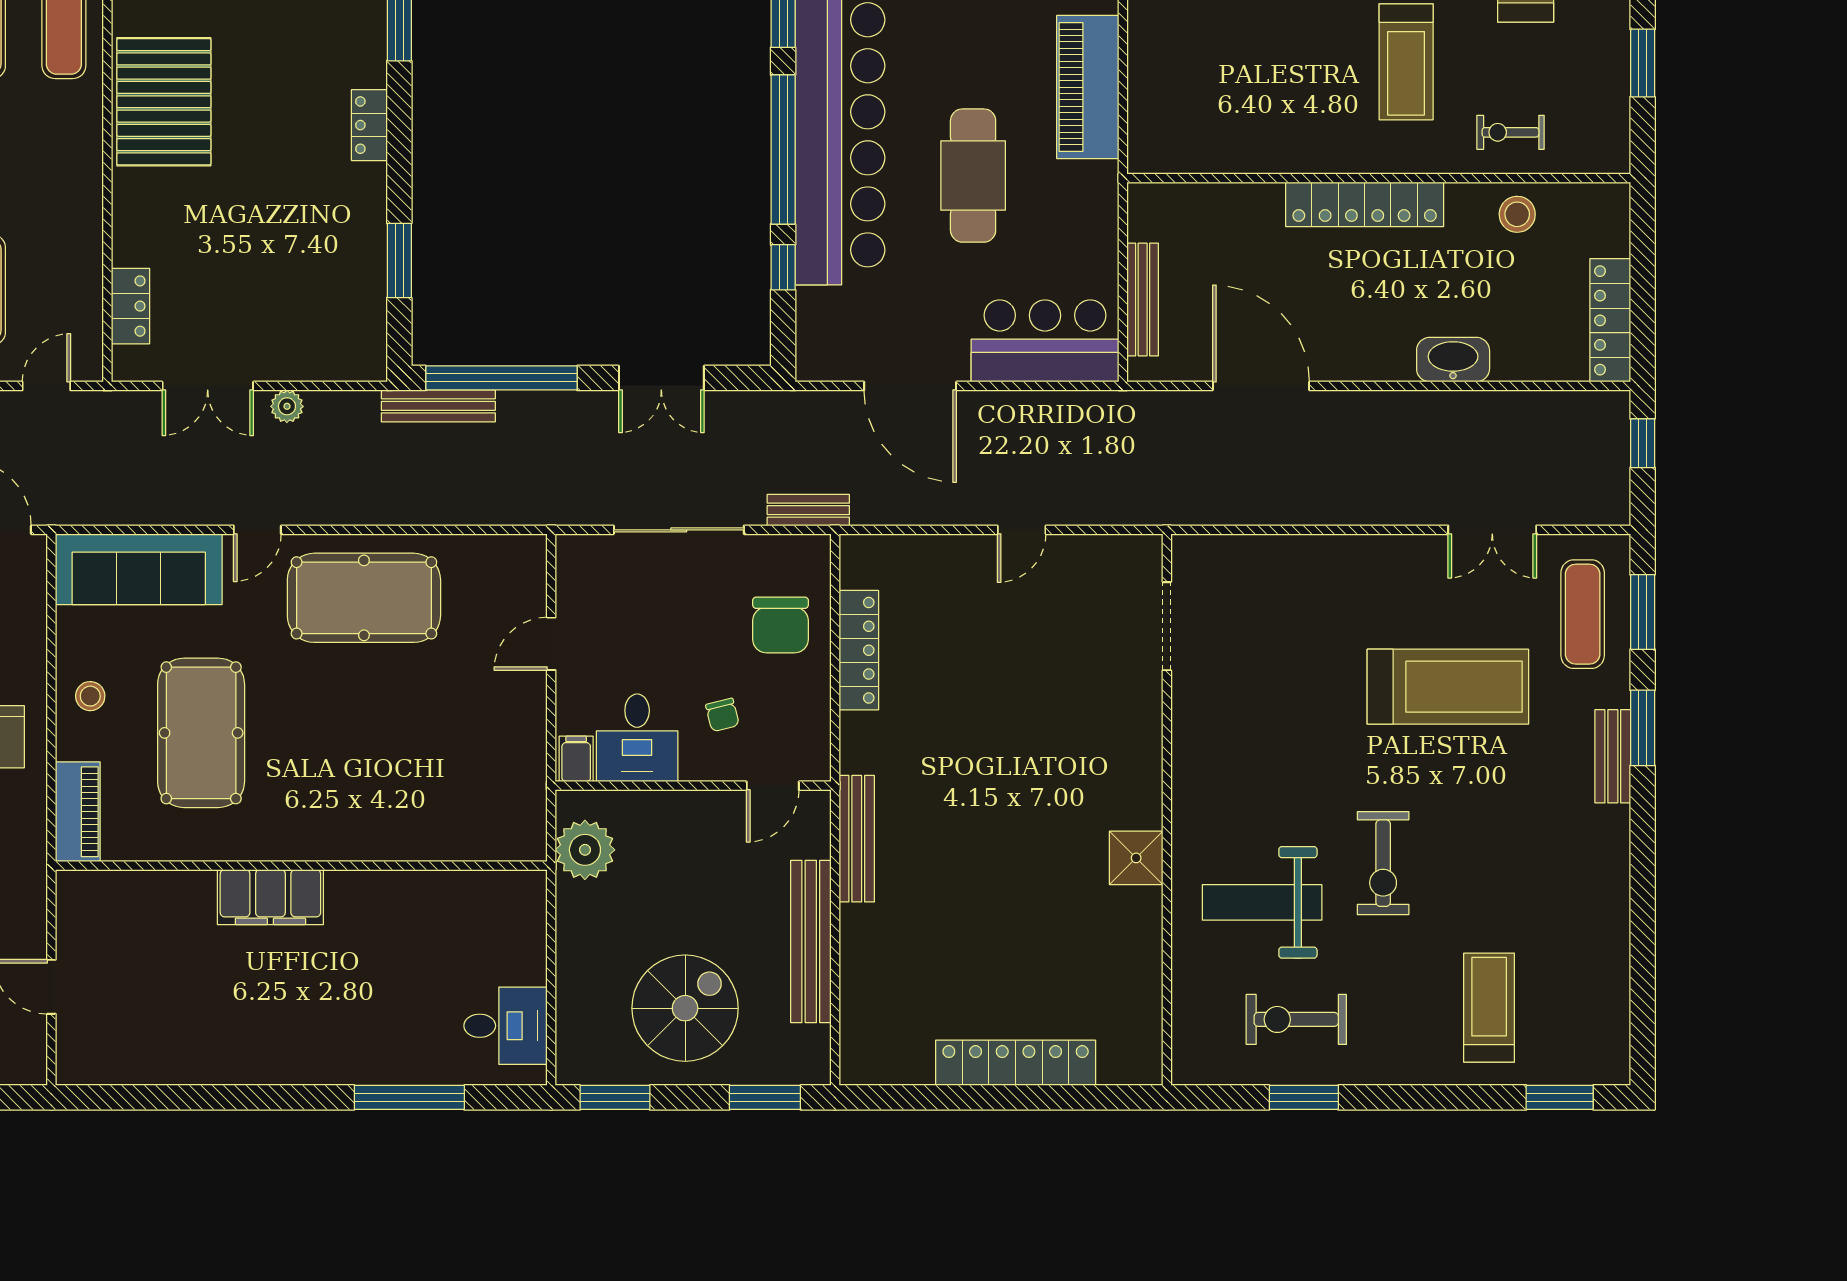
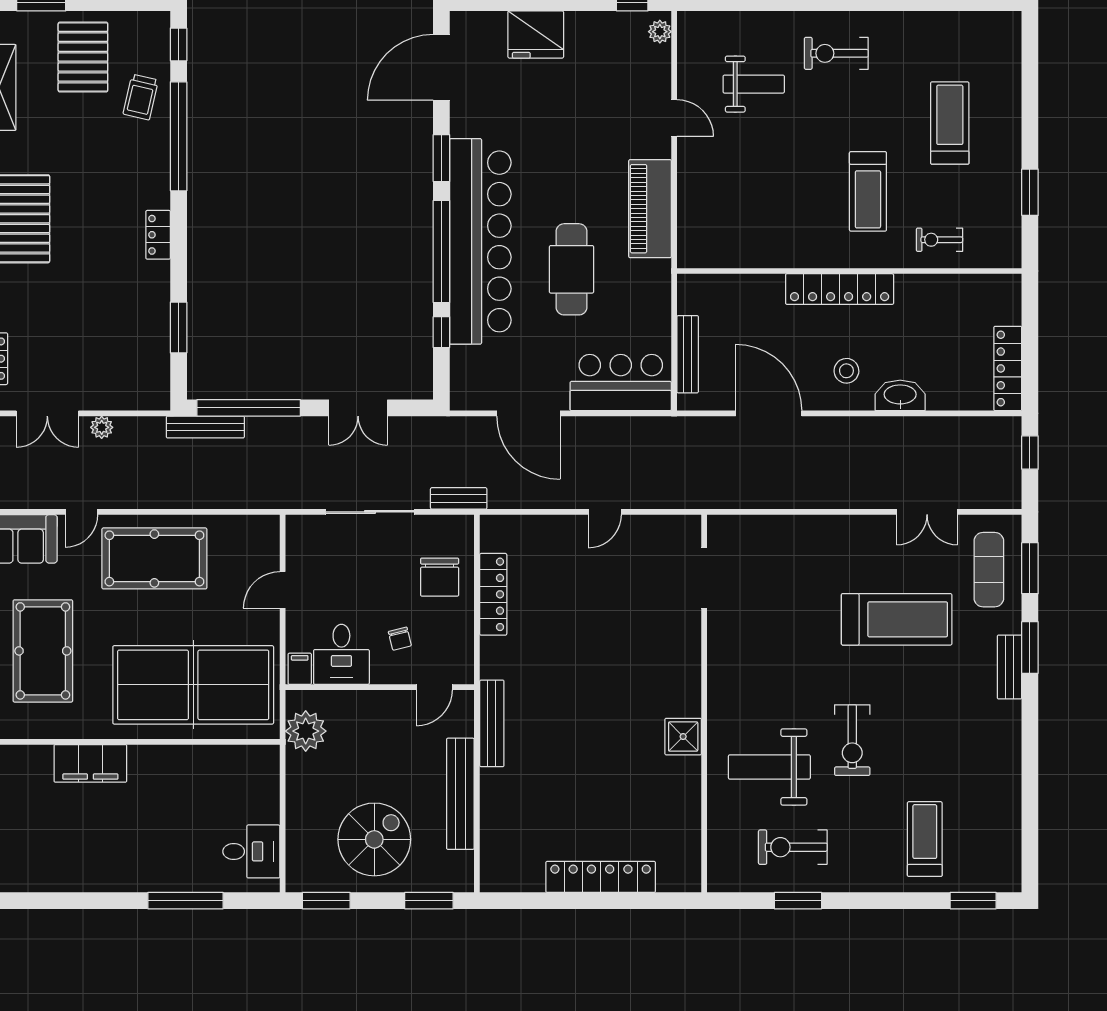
stool: (1517, 214) -> (846, 371), moved
table tennis table: (421, 782) -> (193, 685), added

